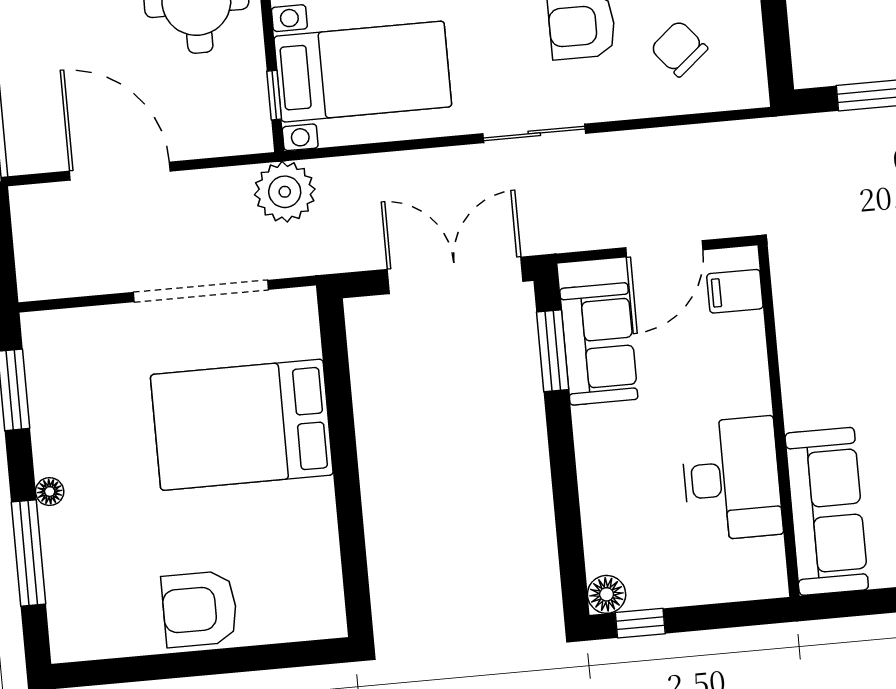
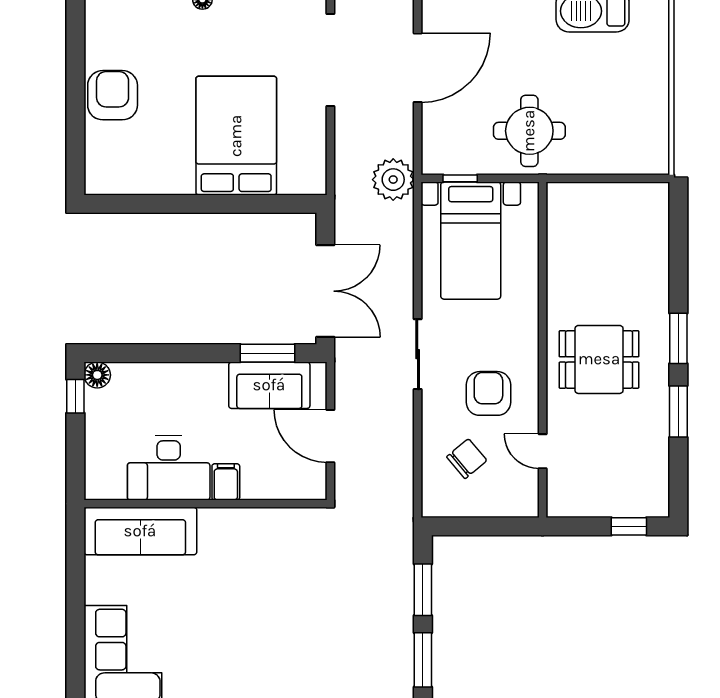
doorway: (201, 291) -> (330, 60), moved
filing cabinet: (735, 291) -> (226, 482), moved

